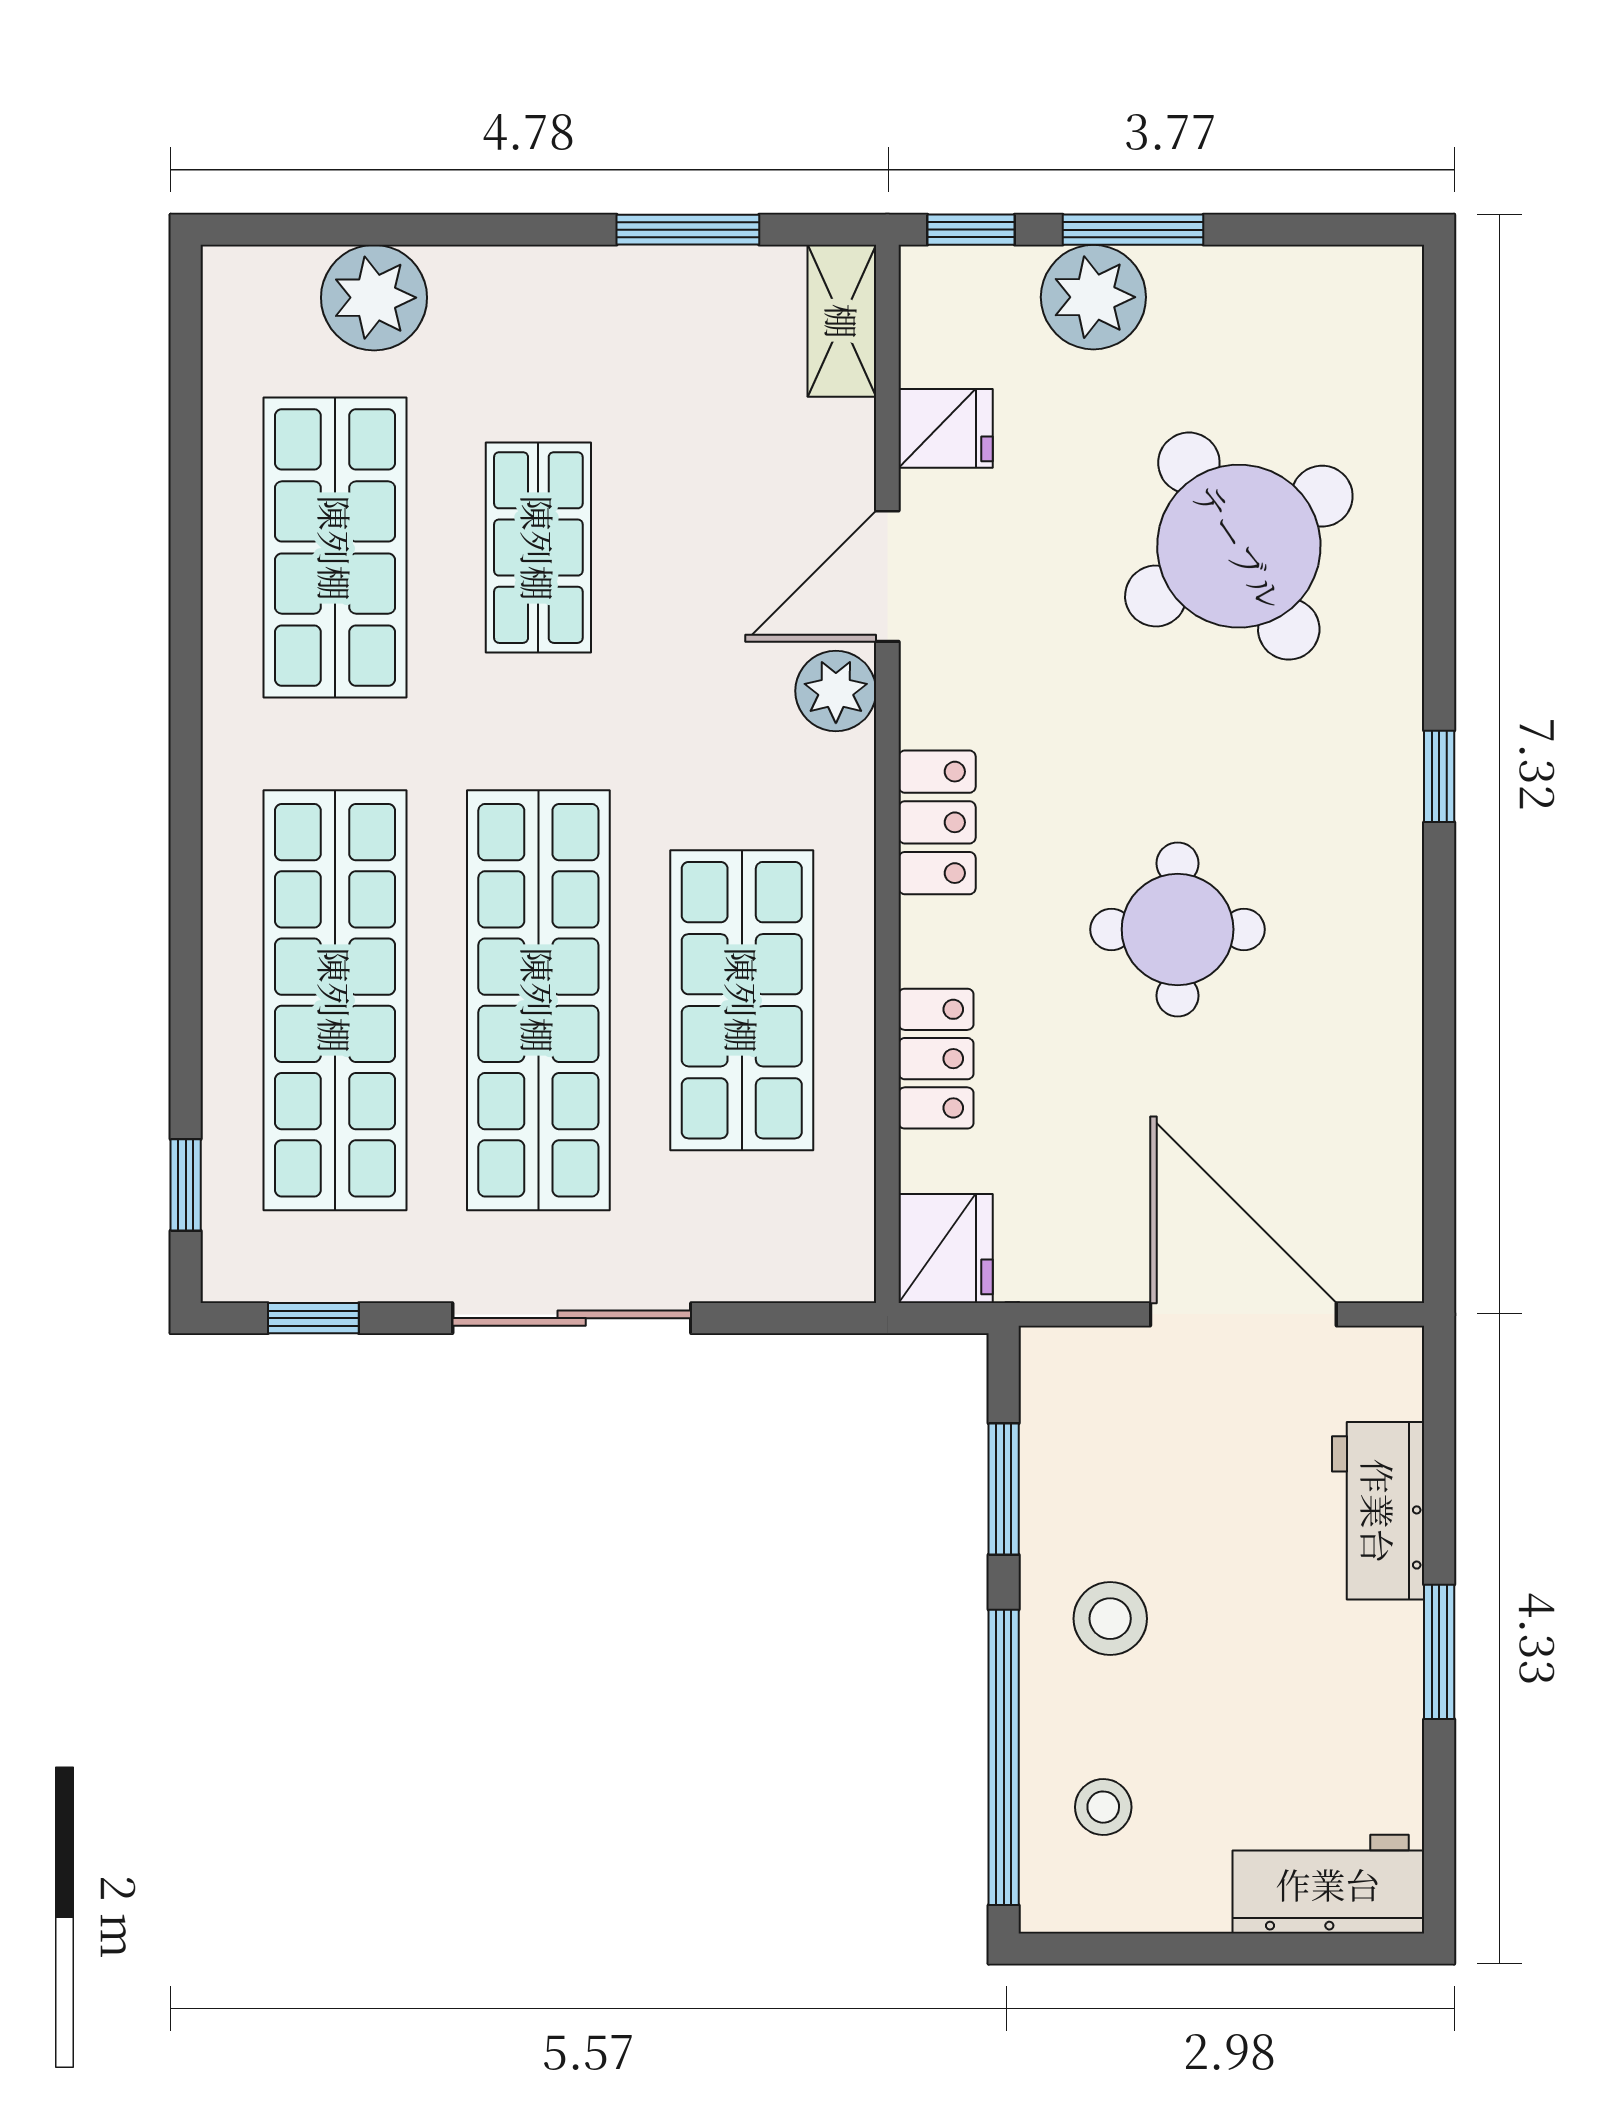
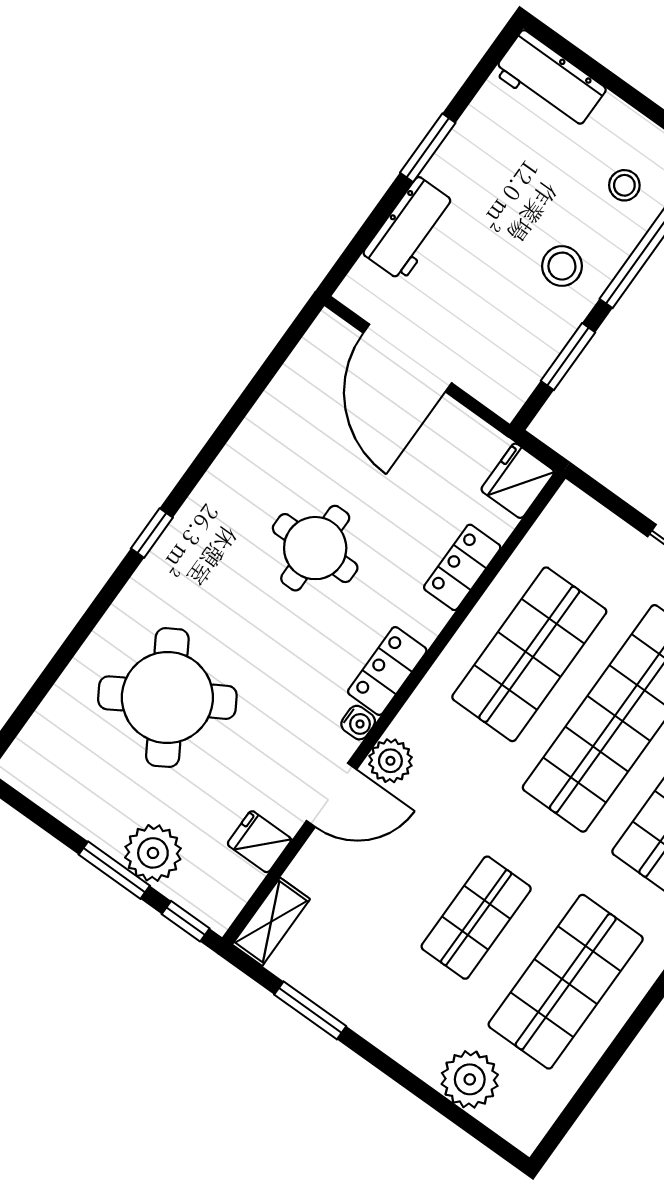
water cooler: (925, 714) -> (358, 723), added

